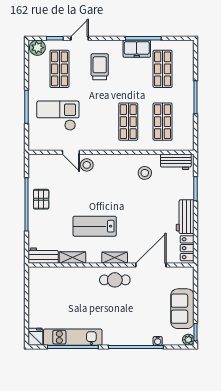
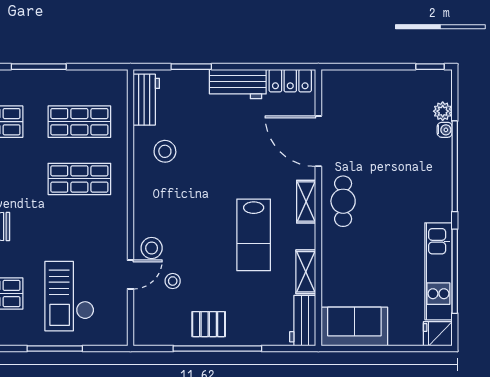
stool: (67, 178) -> (173, 281), added
sofa: (182, 309) -> (354, 327), moved, turned 180
plant: (188, 340) -> (443, 111), moved

